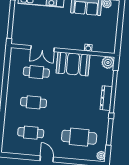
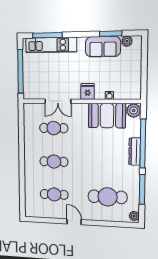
fridge: (70, 43) -> (88, 91), added
booth: (73, 64) -> (107, 116), moved

